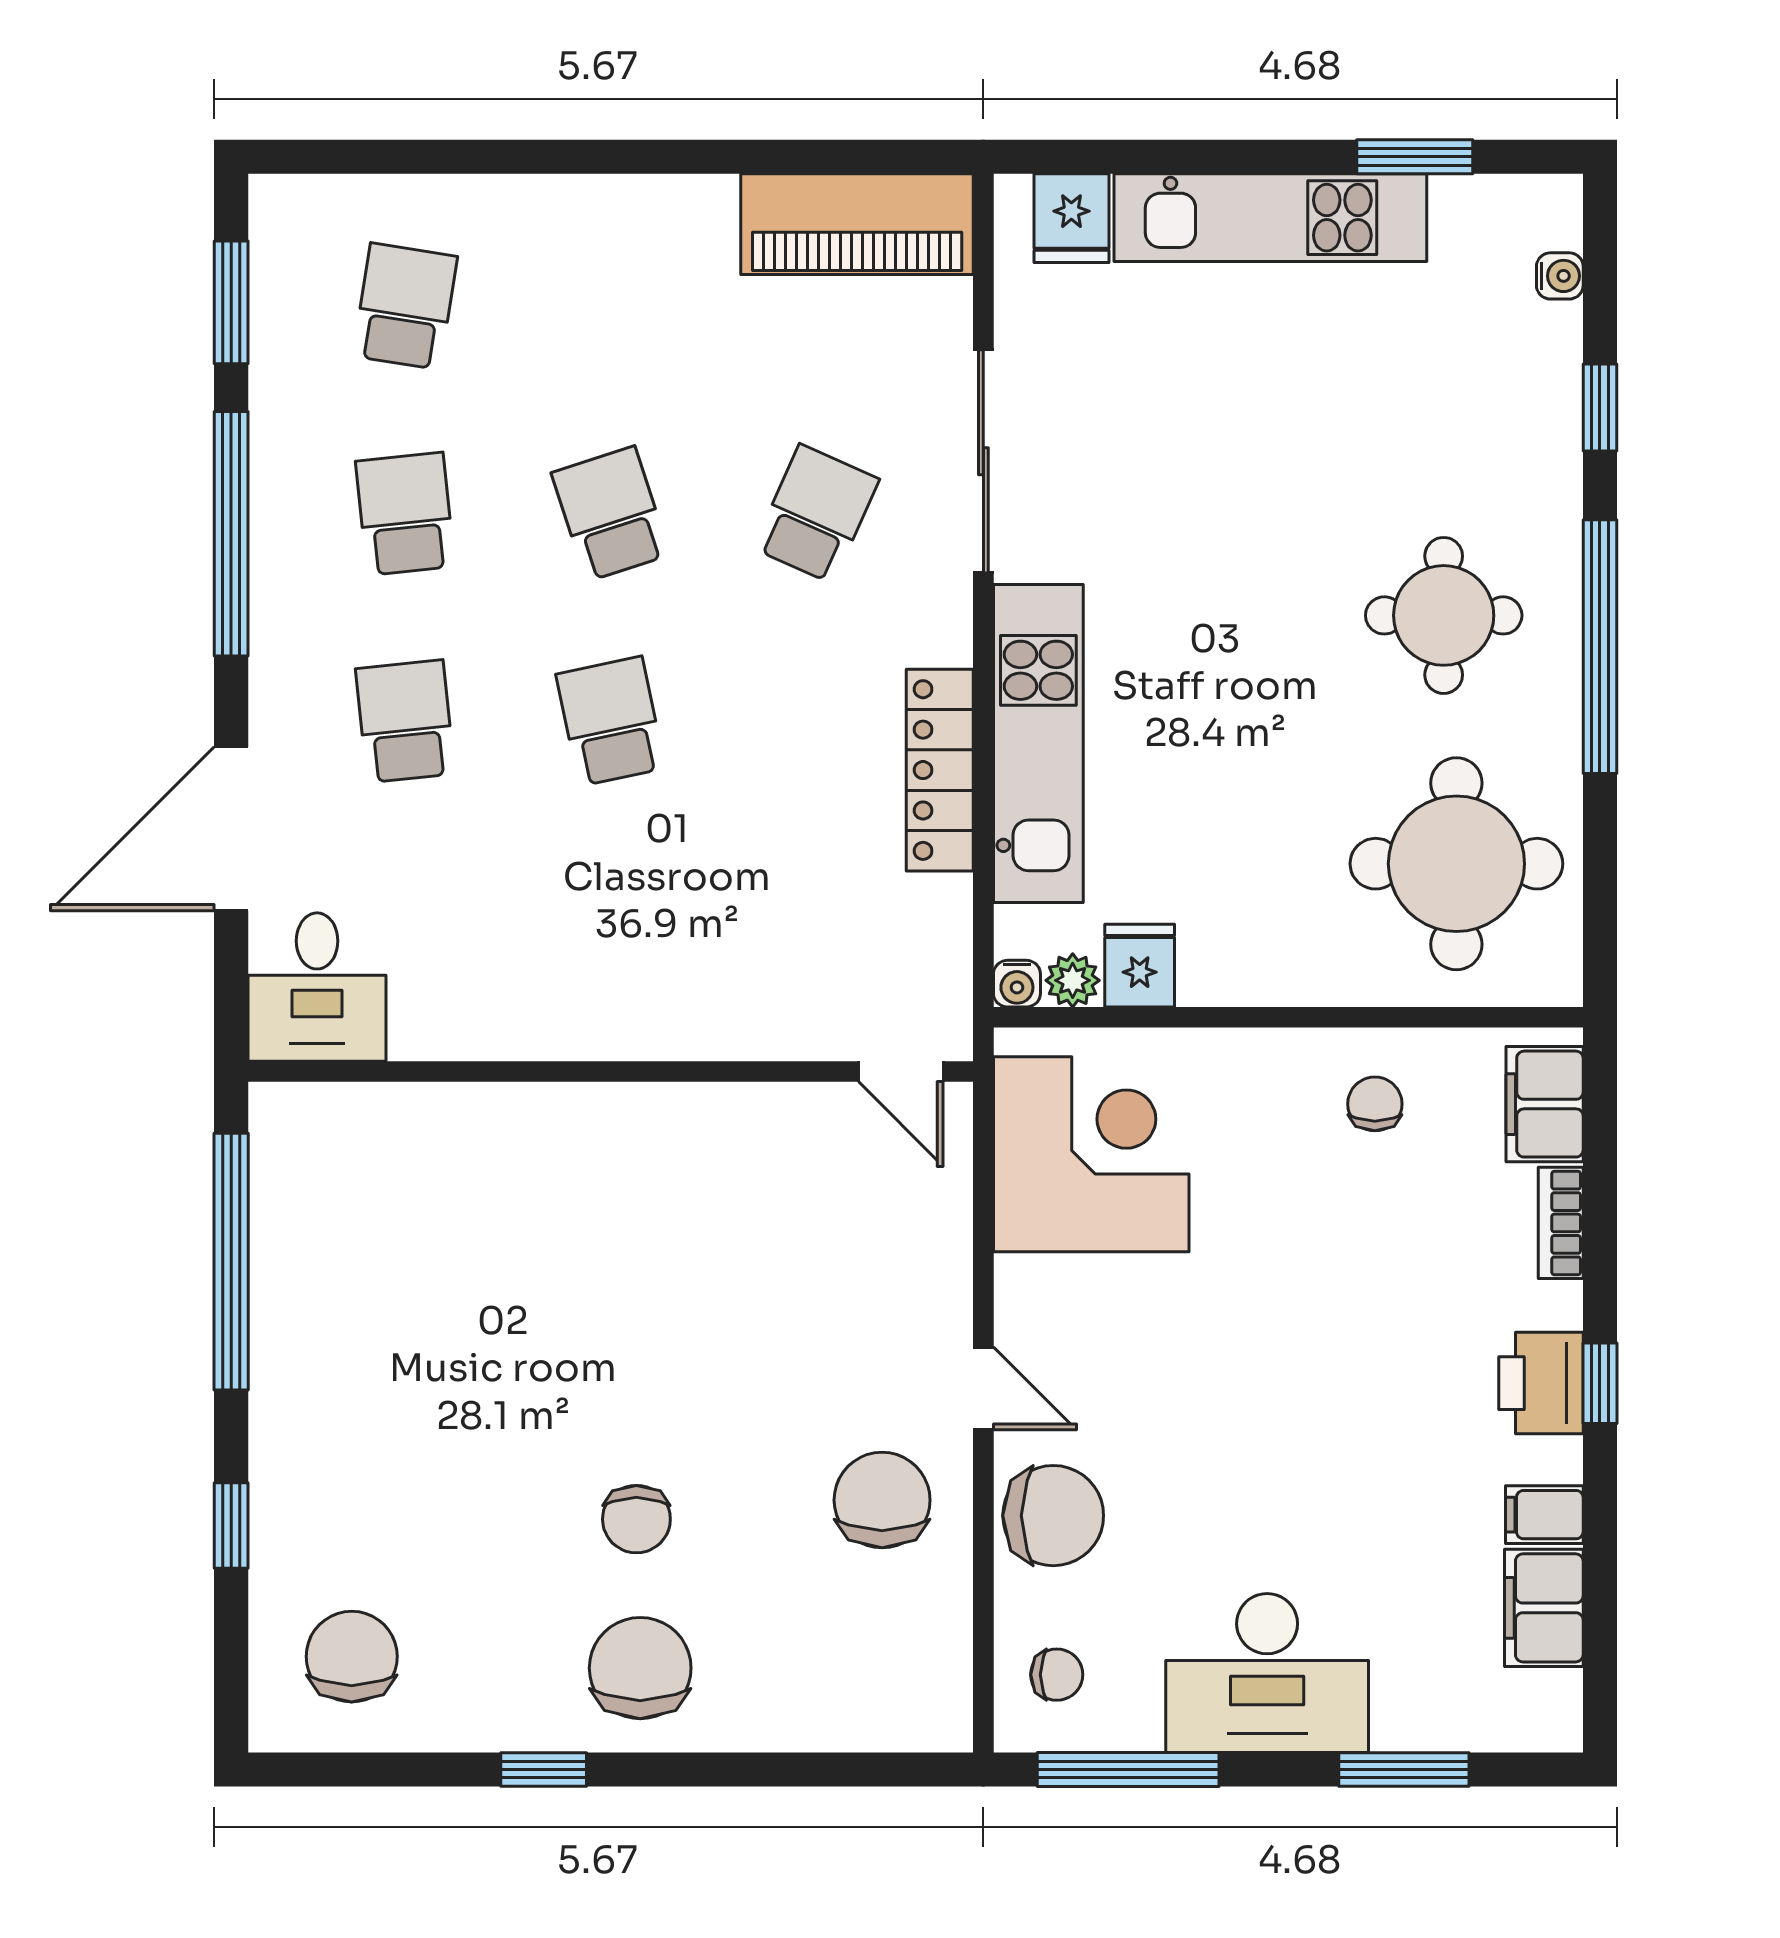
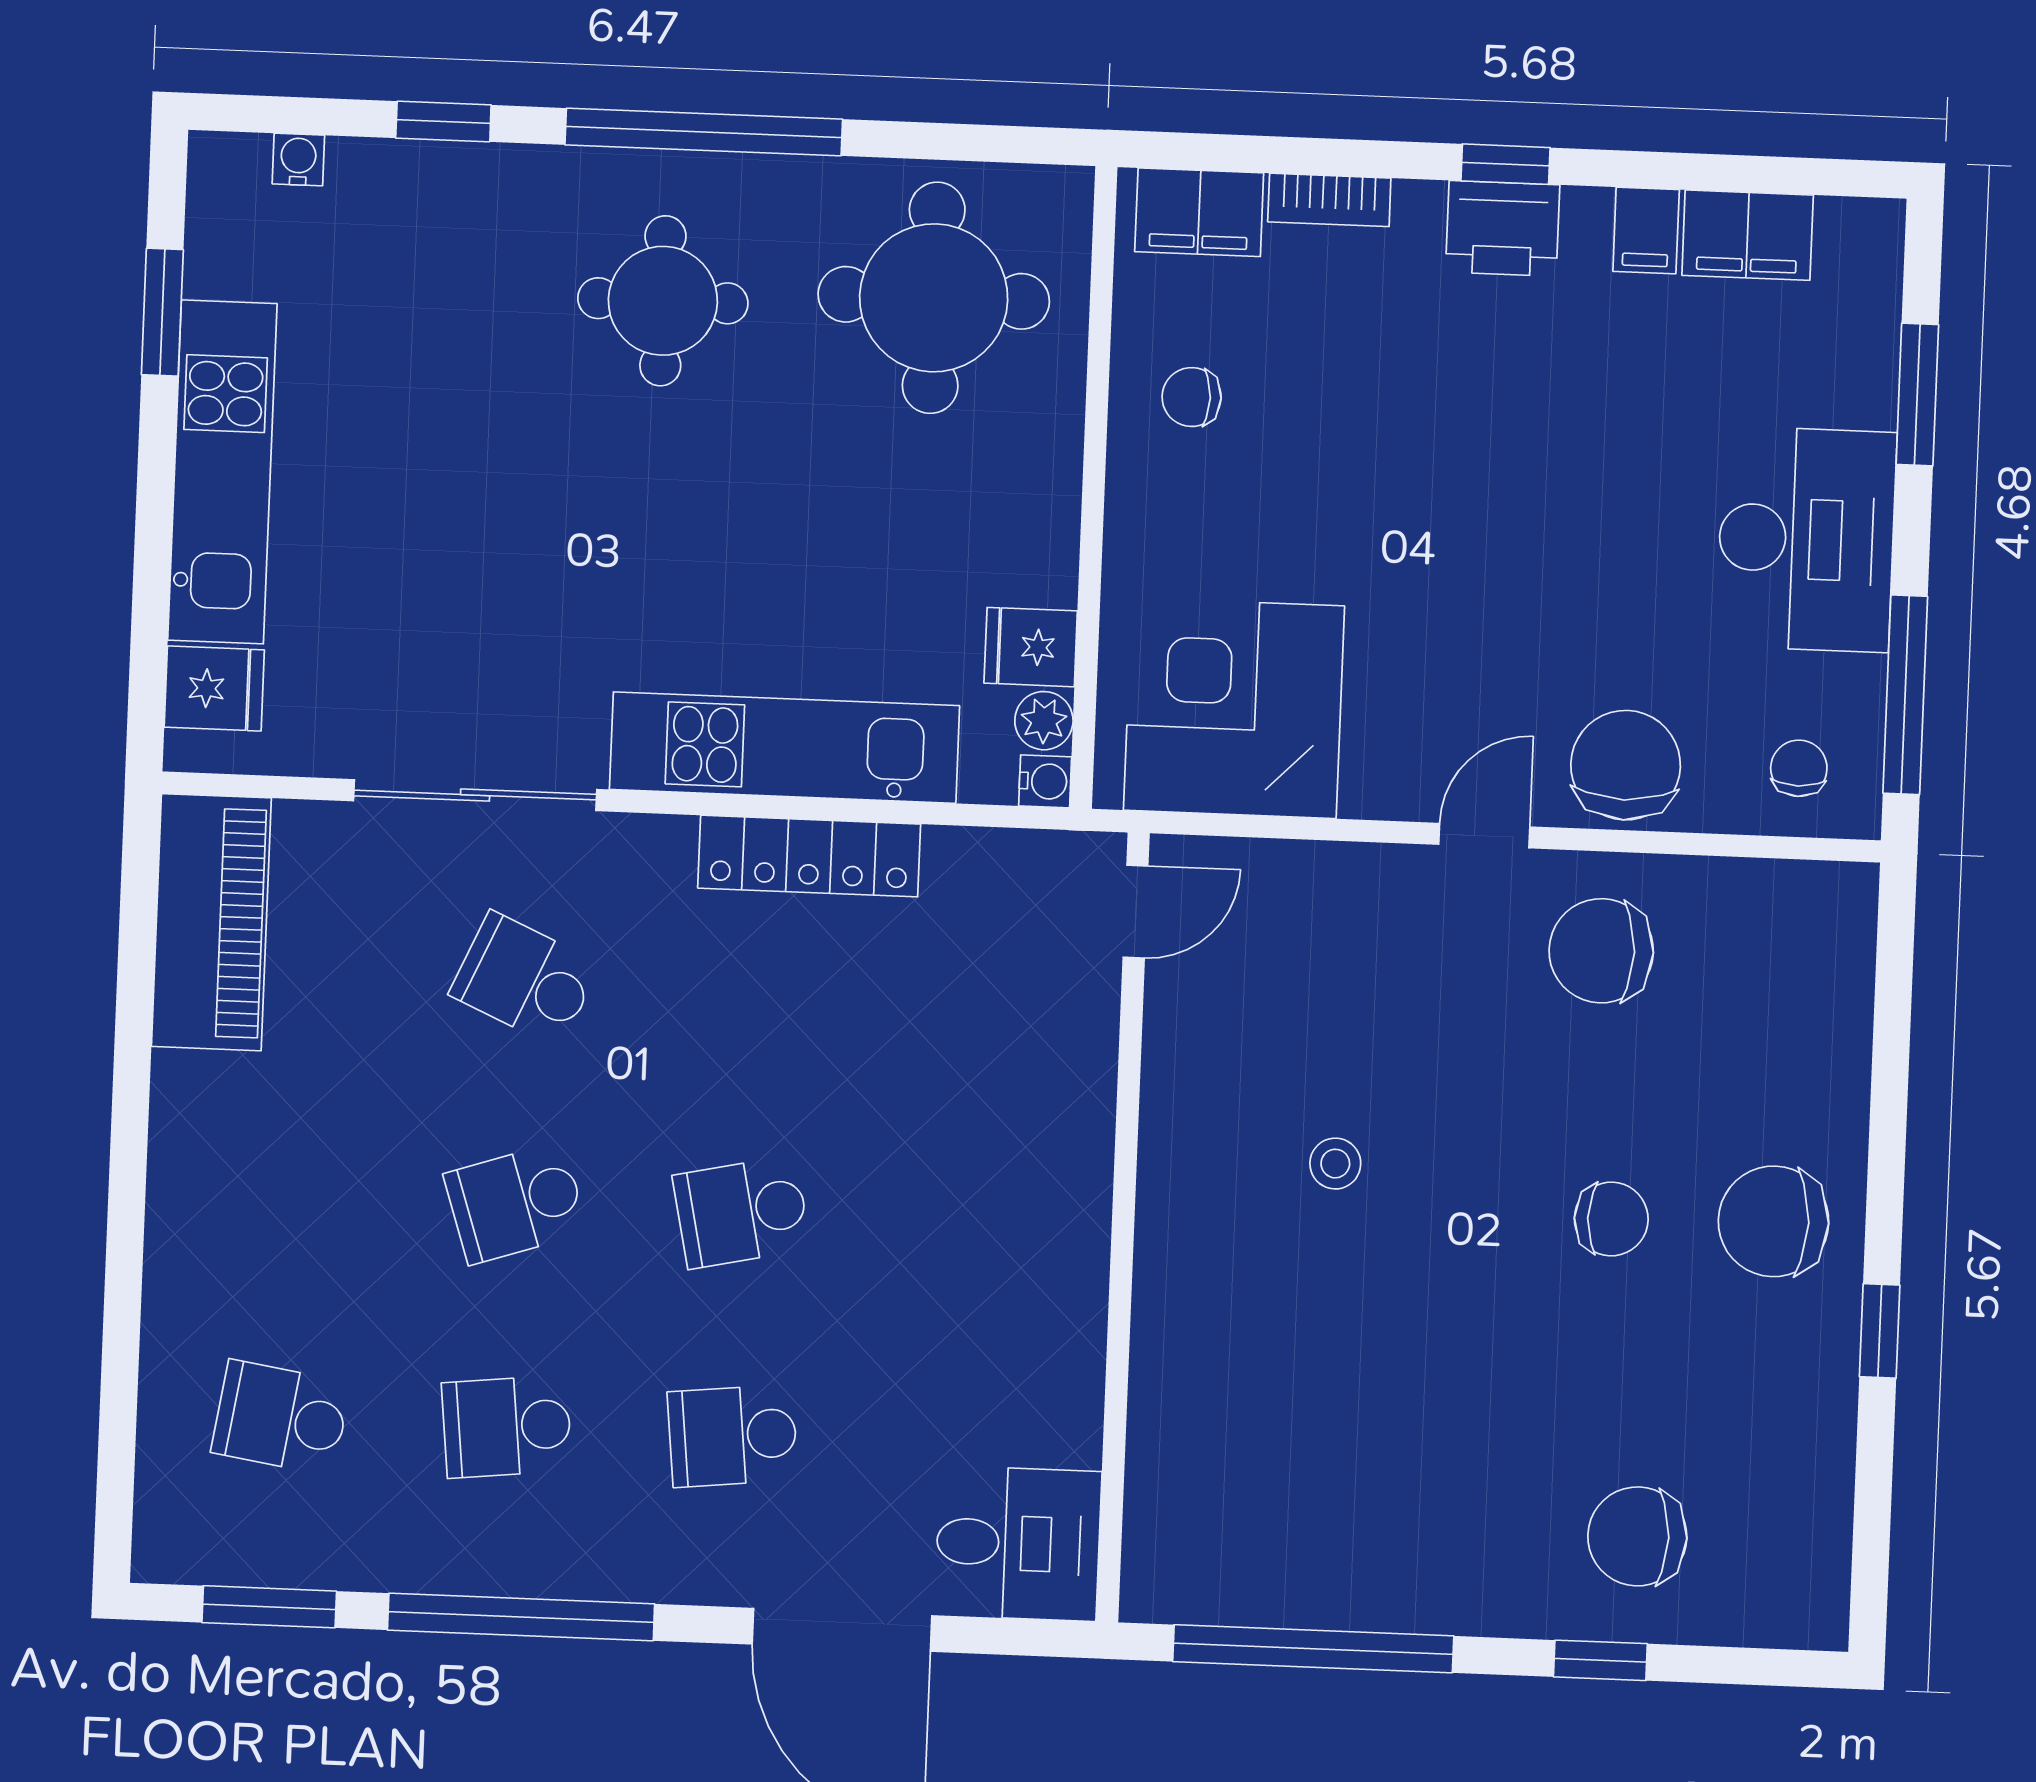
stool: (677, 1264) -> (1335, 1164), added
chair: (352, 1657) -> (1637, 1536), moved

